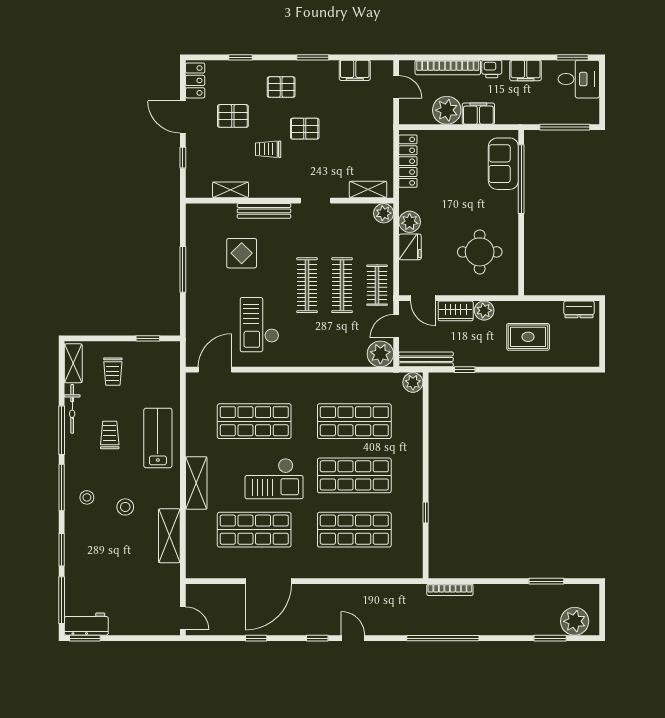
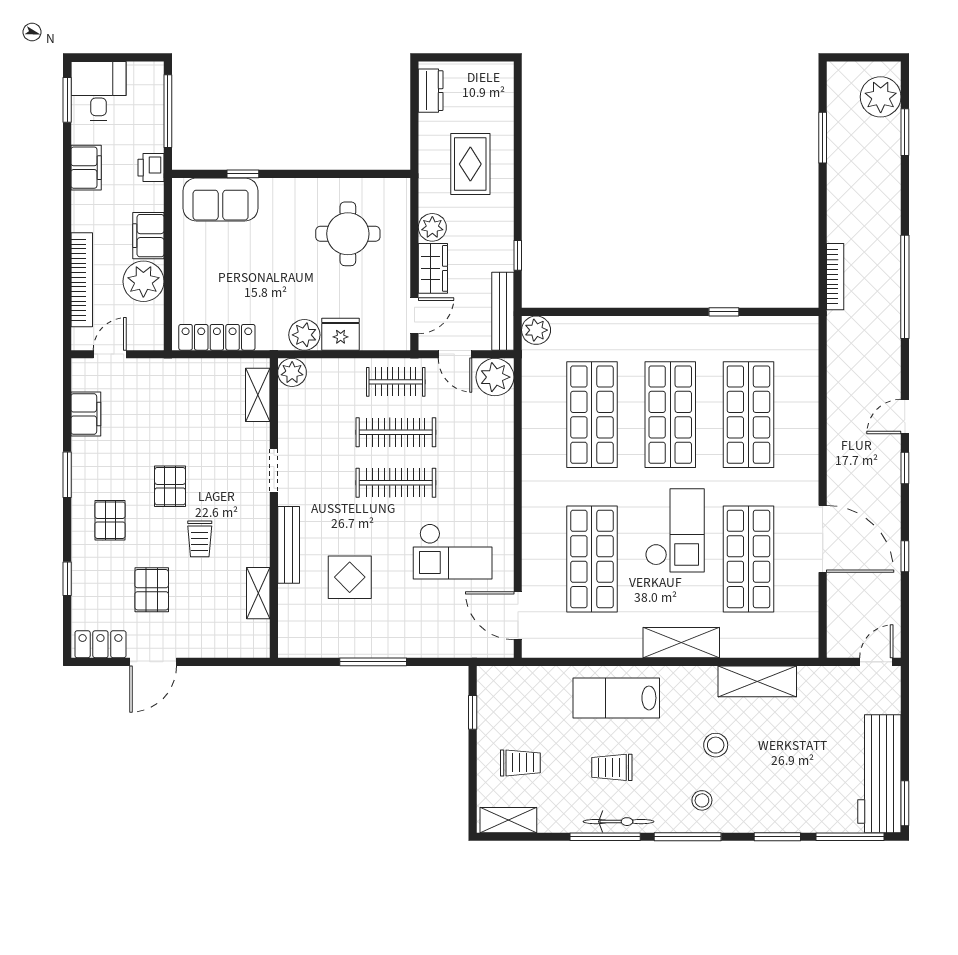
printer: (492, 69) -> (151, 168), moved, turned 180
window: (183, 158) -> (212, 662), removed
window: (521, 179) -> (243, 174), width x0.32
bicycle: (72, 409) -> (619, 822), moved
workbench: (86, 624) -> (879, 774), width x1.88, depth x1.32

